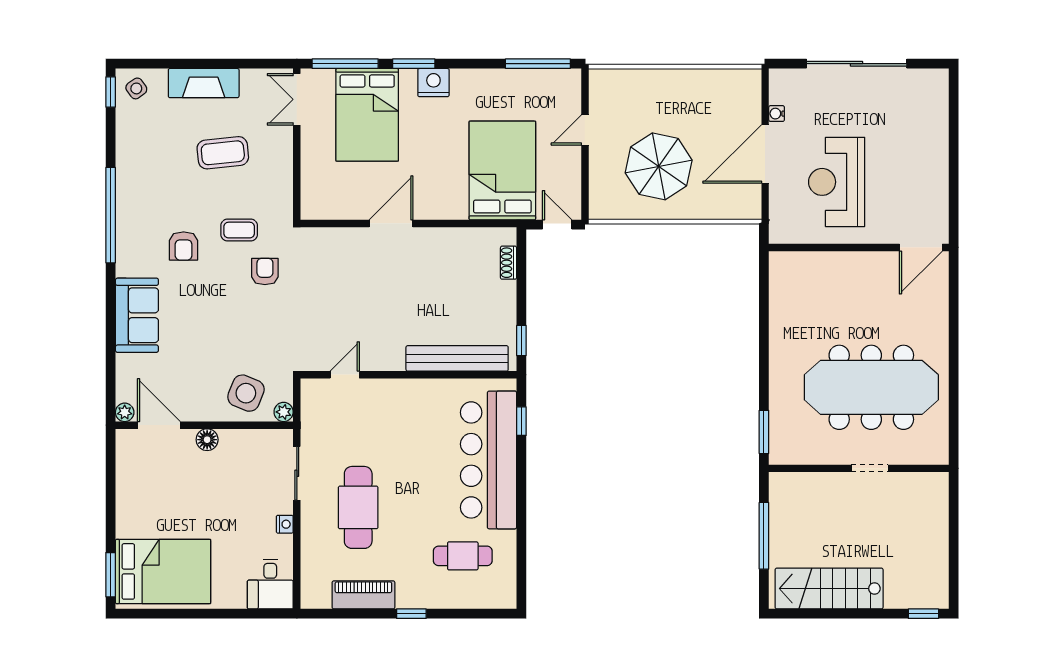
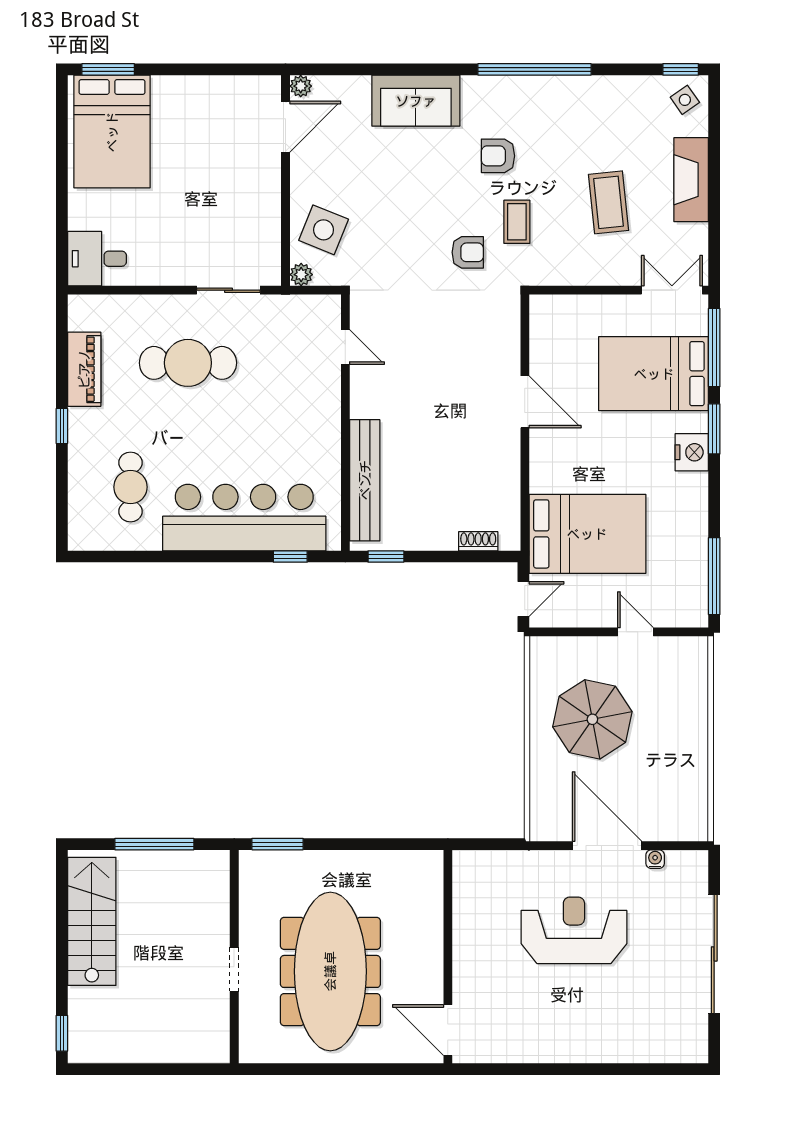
wall: (859, 247) -> (448, 957), moved
door: (921, 247) -> (448, 1030), moved
floor lamp: (207, 440) -> (268, 184), removed
nightstand: (285, 524) -> (168, 276), removed

